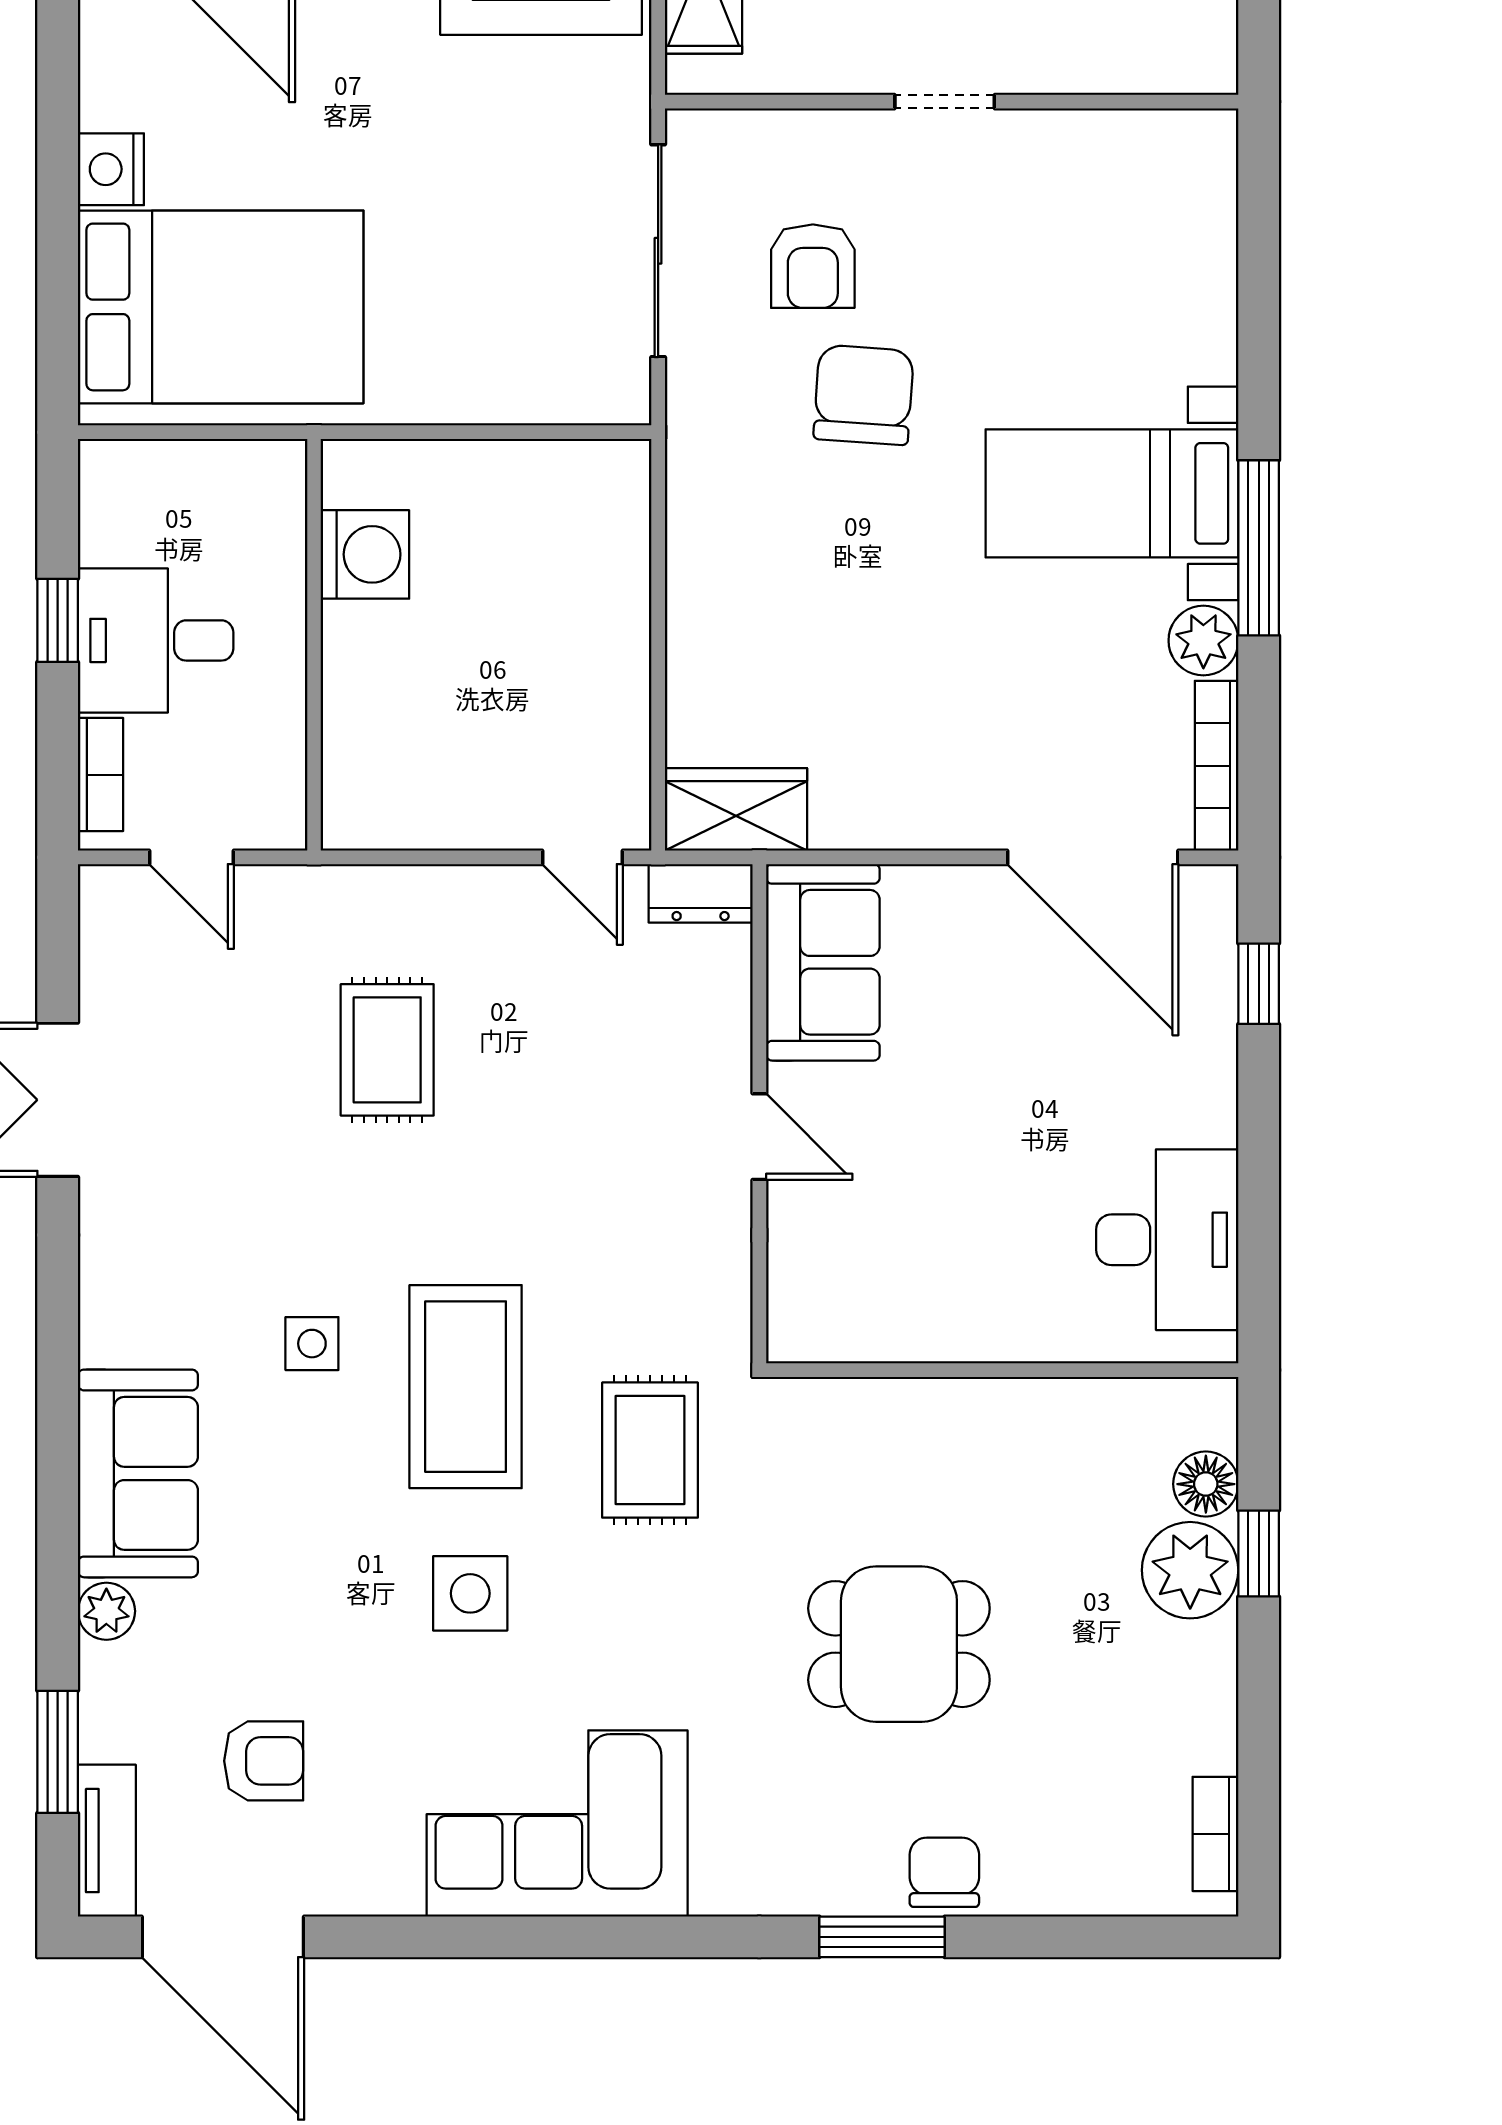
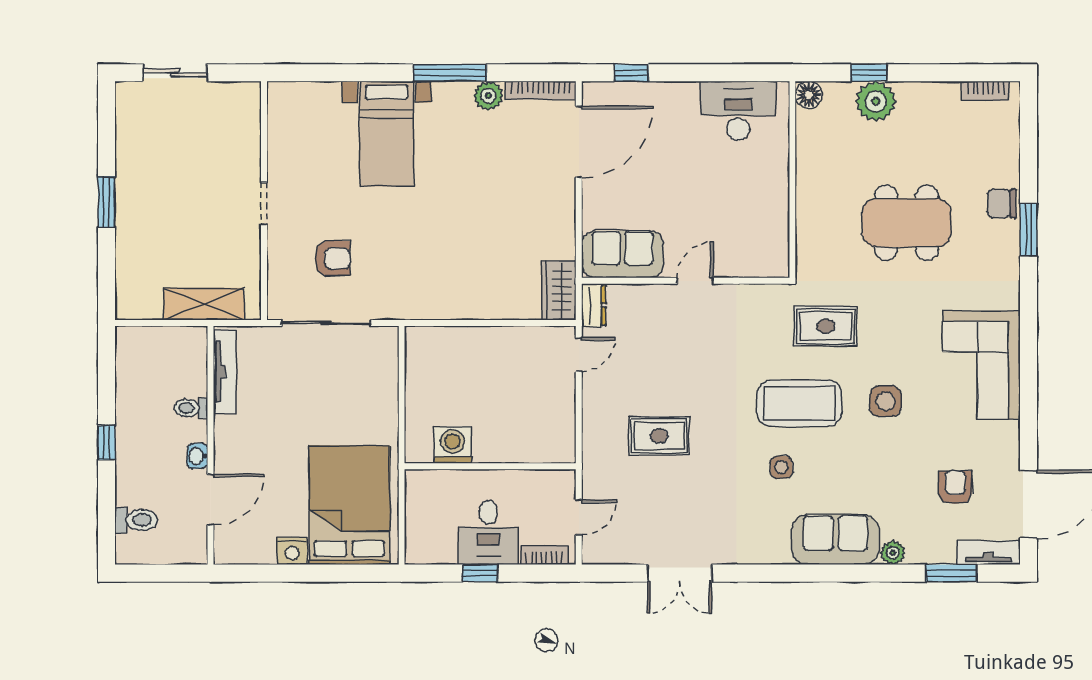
chair: (864, 395) -> (386, 237), removed
bed with nightstands: (1112, 493) -> (387, 134), moved
floor lamp: (1206, 1484) -> (809, 95), moved
dining table: (899, 1644) -> (907, 223), width x1.38

